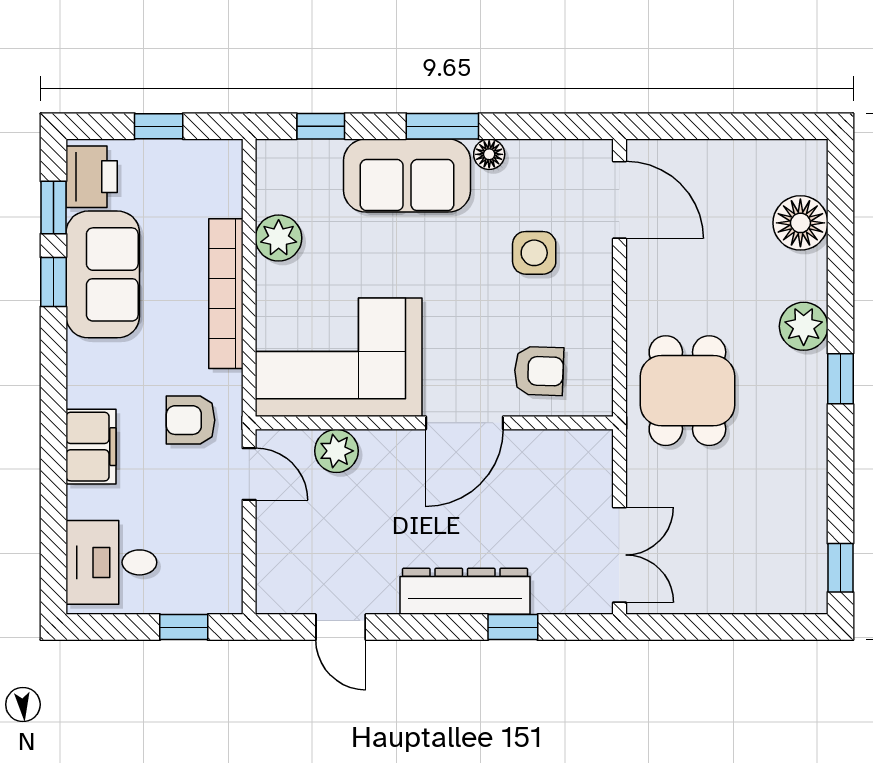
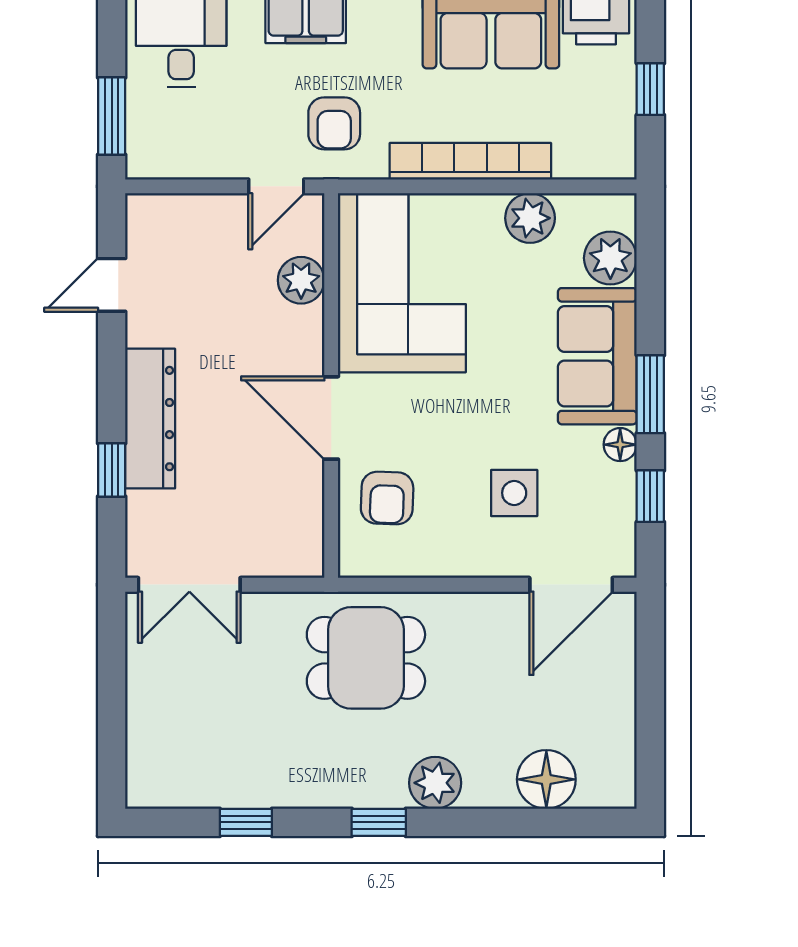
window: (321, 126) -> (650, 496), moved
plant: (316, 163) -> (610, 258), added
armchair: (191, 420) -> (334, 123), turned 180
window: (840, 568) -> (246, 822), moved
window: (184, 627) -> (112, 116), width x1.50

